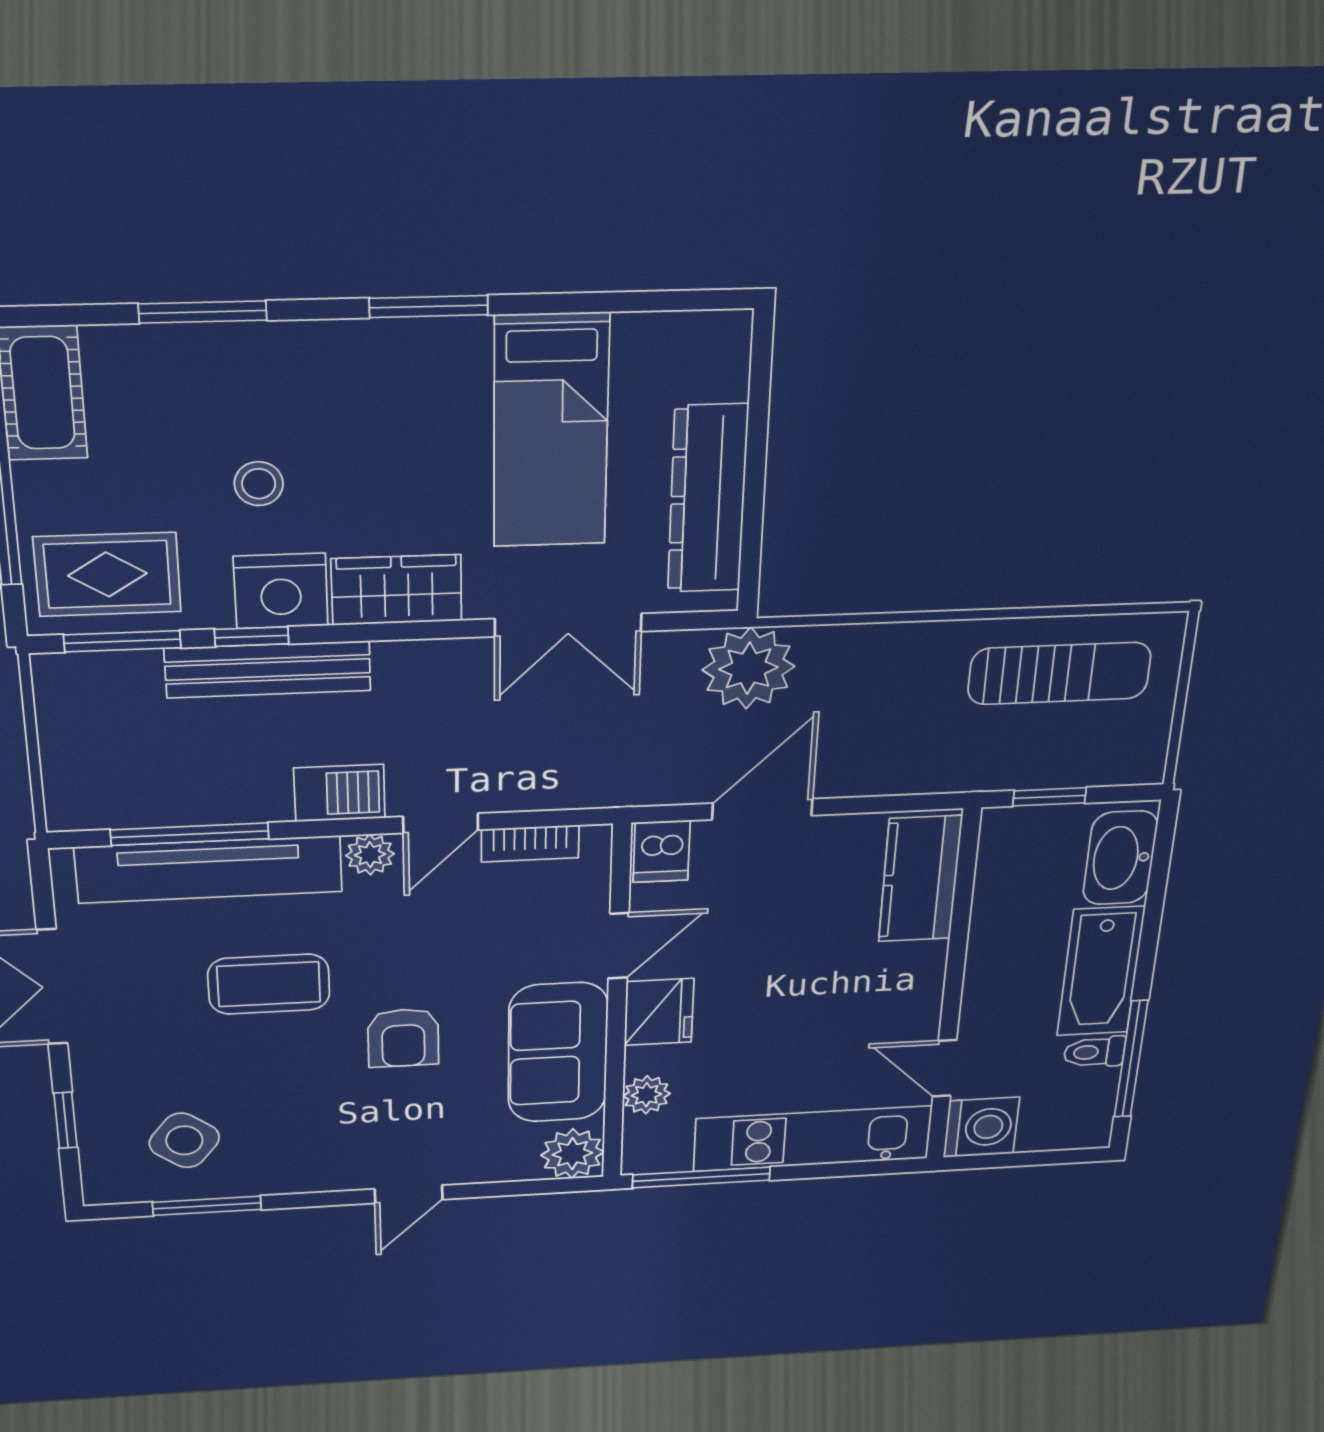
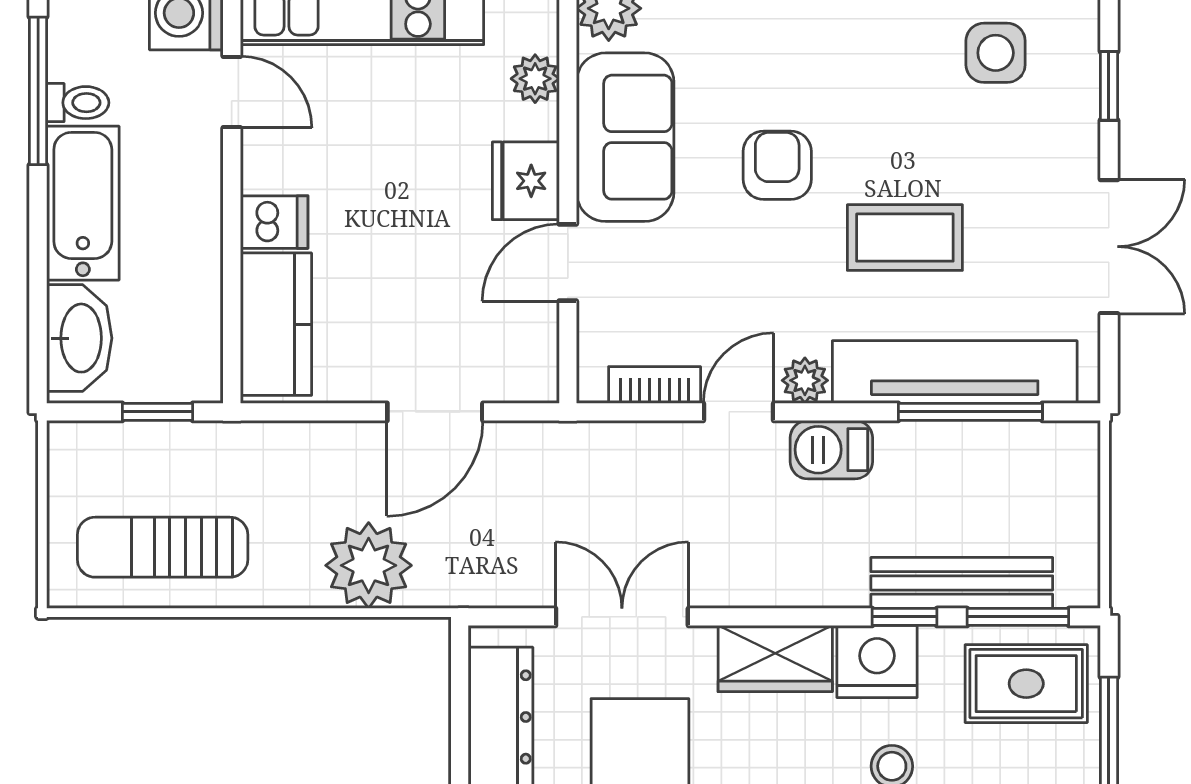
plant: (748, 668) -> (369, 565), moved
bench: (268, 669) -> (962, 583), moved
dishwasher: (662, 851) -> (274, 222), moved, turned 90
side table: (184, 1140) -> (996, 53), turned -37

